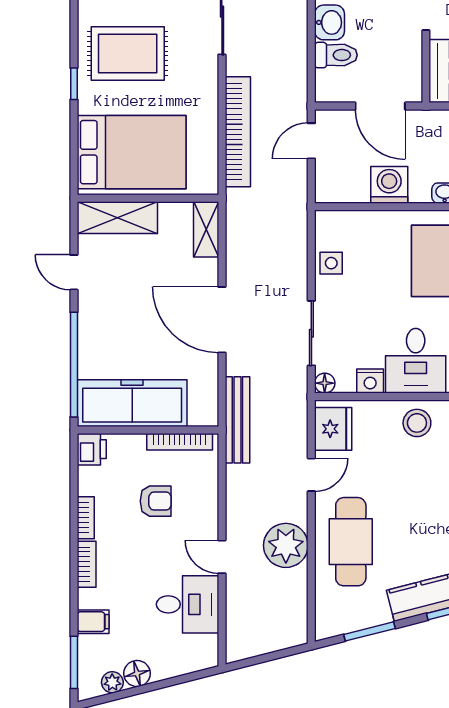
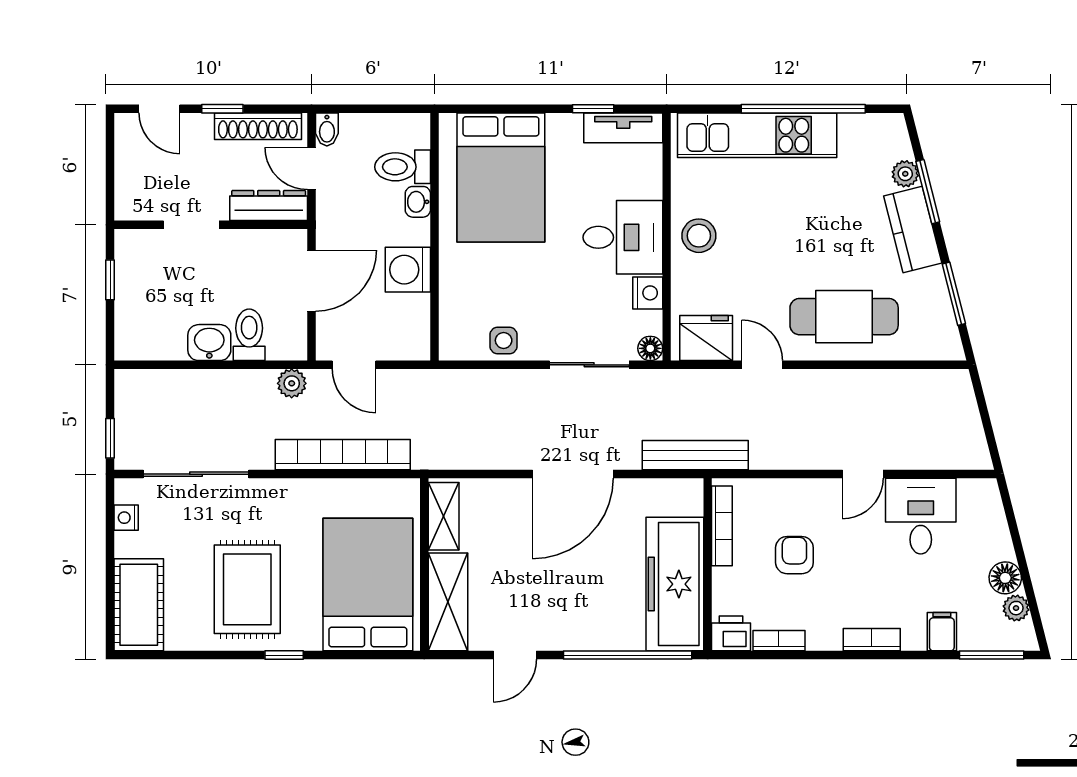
shelving: (206, 229) -> (444, 516), moved, turned 90
bookcase: (86, 518) -> (779, 641), moved
plant: (286, 545) -> (292, 383), moved, width x0.53, depth x0.53

